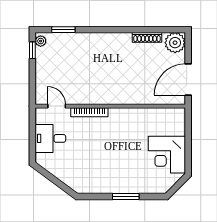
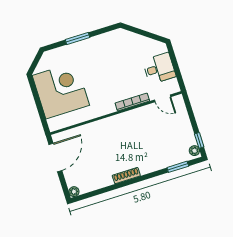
shoe rack: (147, 37) -> (126, 176), moved
plant: (175, 43) -> (74, 192), width x0.53, depth x0.53
corner desk: (167, 155) -> (61, 90), width x1.36, depth x1.36

